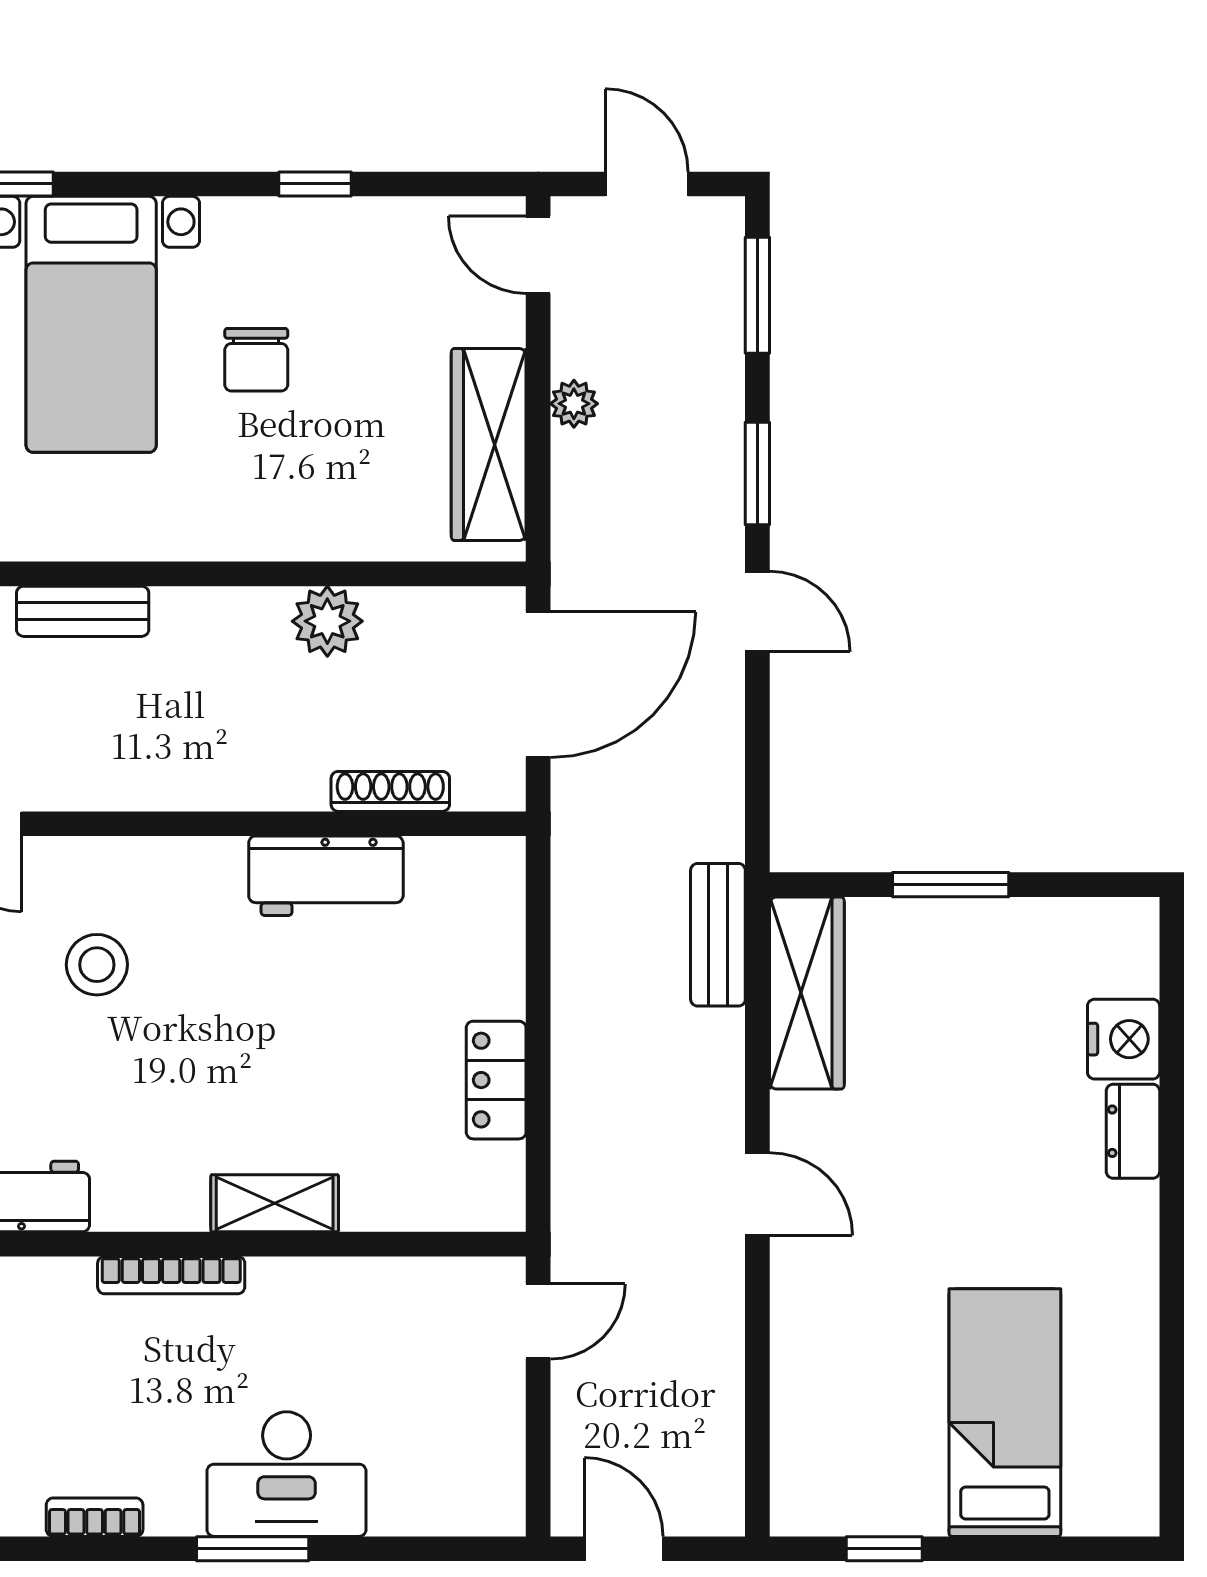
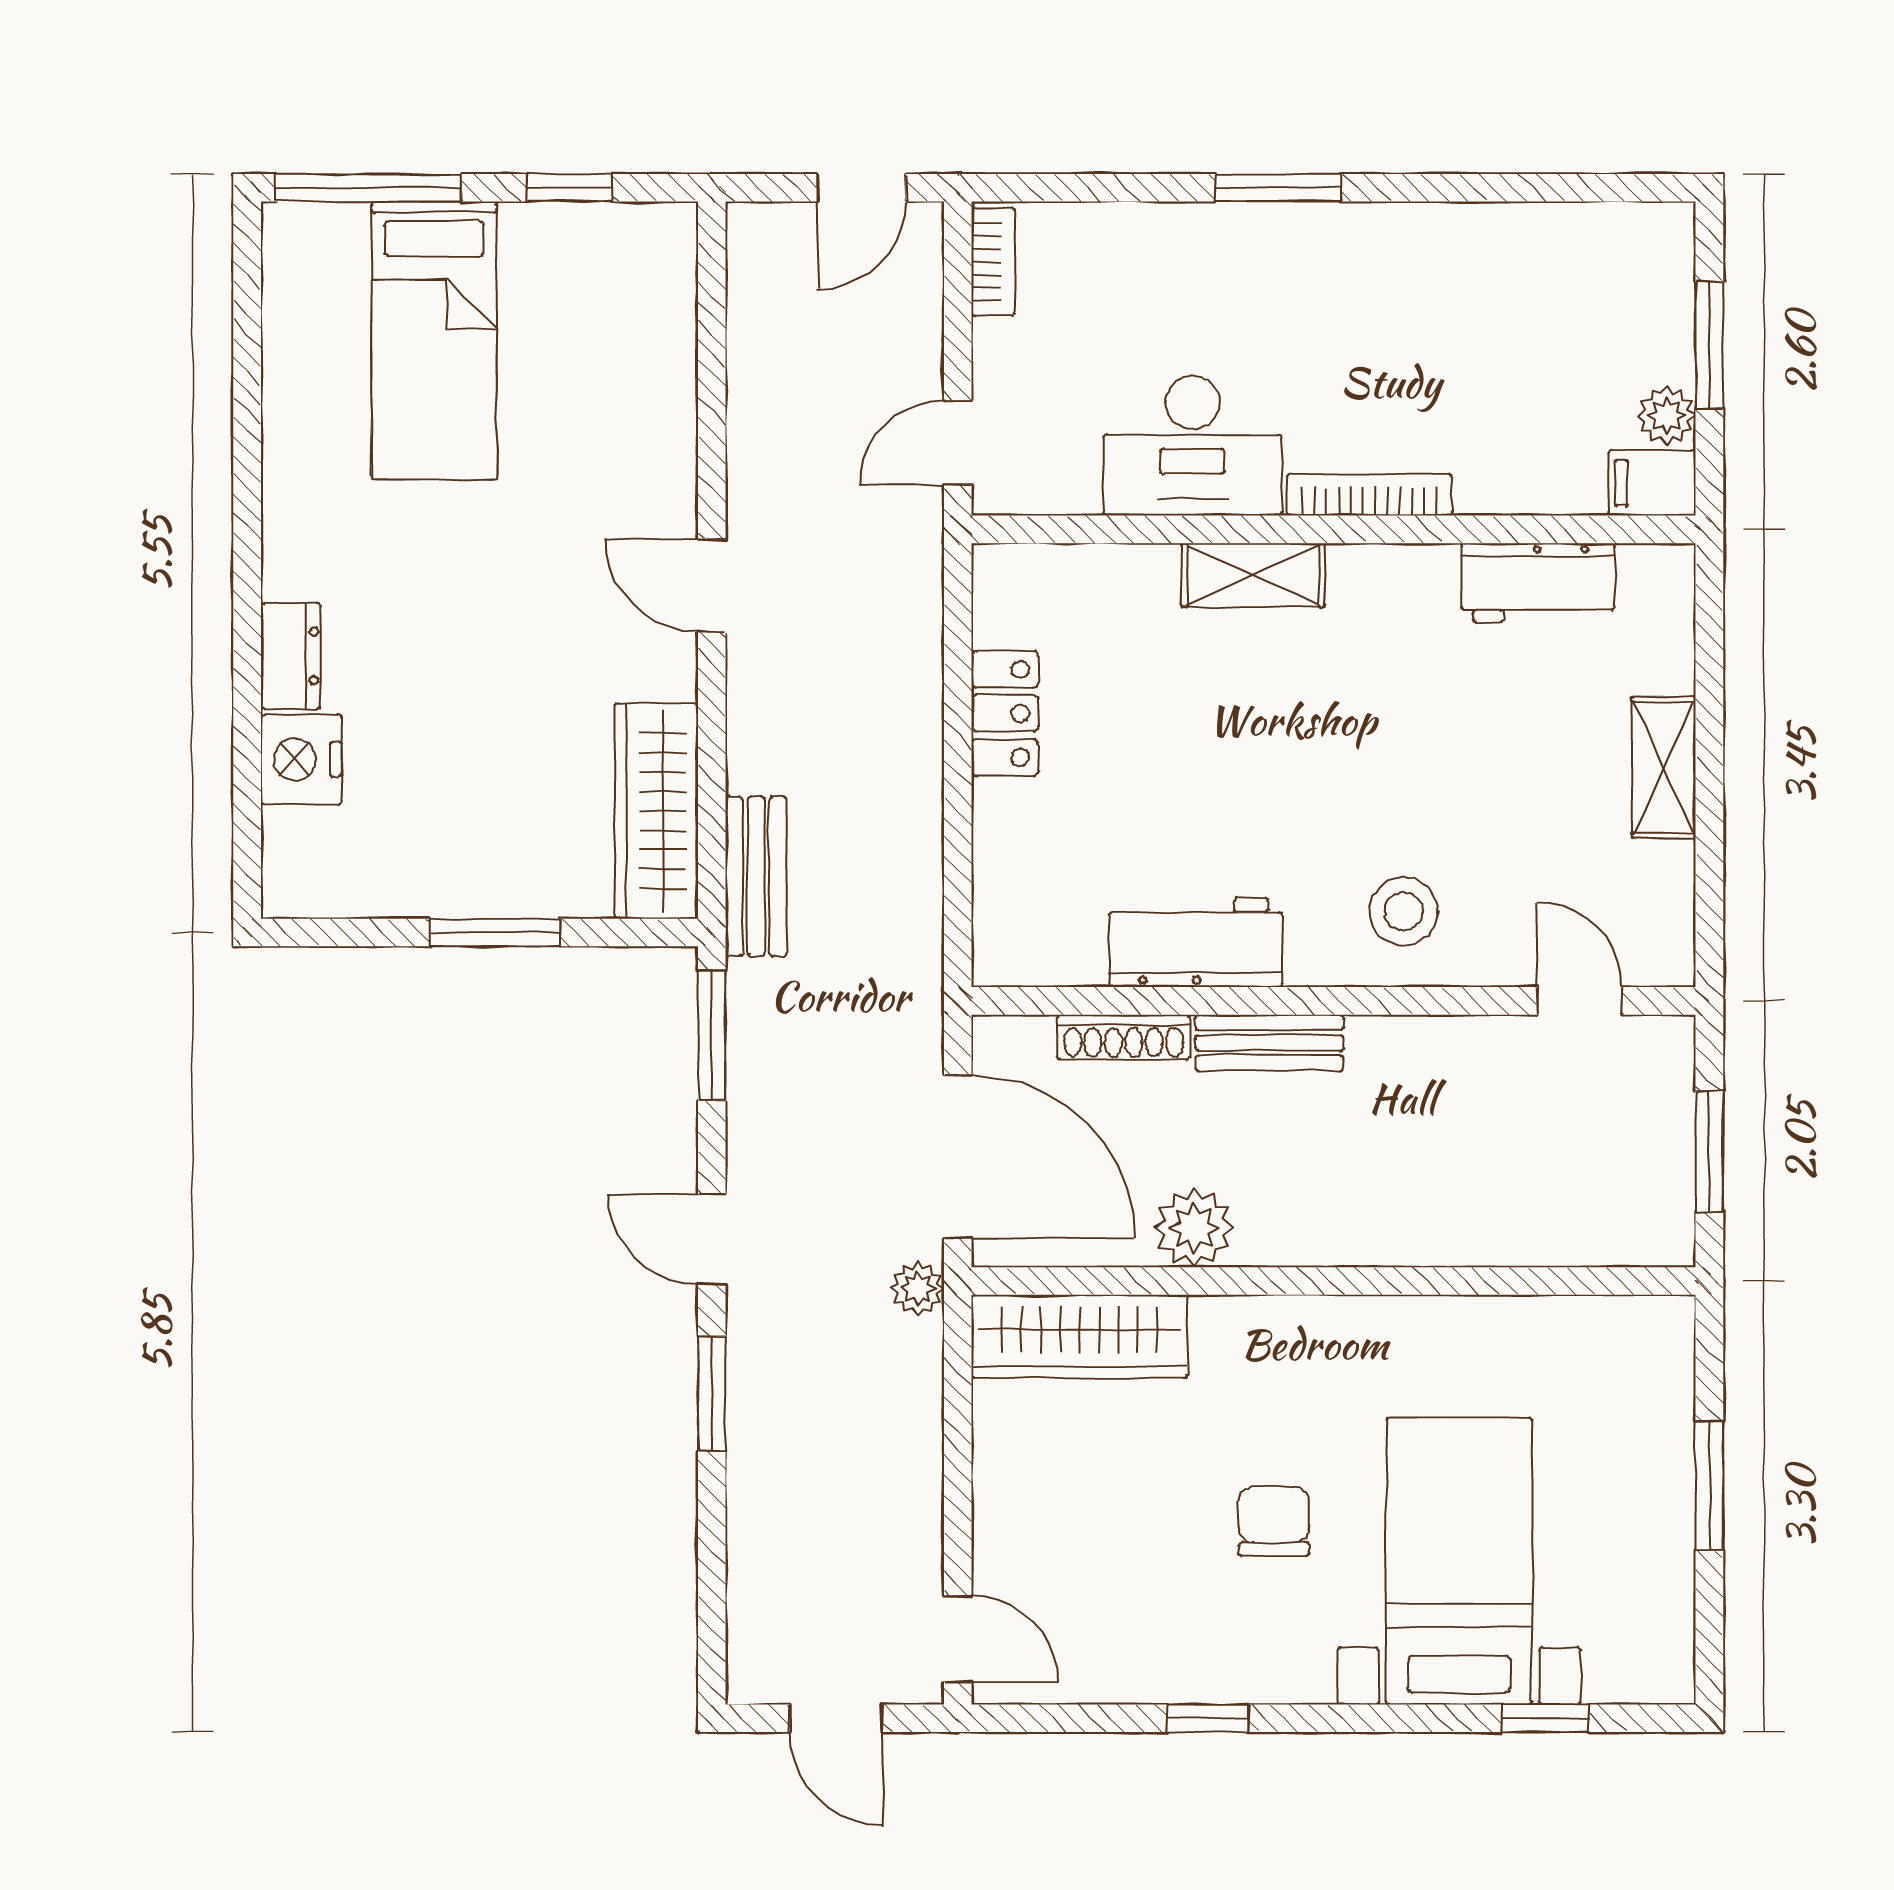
window: (757, 295) -> (712, 1035), moved
plant: (574, 404) -> (918, 1288), moved
wardrobe: (489, 444) -> (1079, 1336), moved, turned 90
bench: (83, 611) -> (1269, 1043), moved
door: (538, 685) -> (958, 1157), swing flipped
stool: (97, 965) -> (1404, 911), moved
desk: (287, 1474) -> (1192, 446), moved, turned 180
bookcase: (95, 1517) -> (993, 262), moved, turned -90
door: (624, 1549) -> (862, 188), hinge flipped
window: (1064, 1549) -> (368, 188), added

